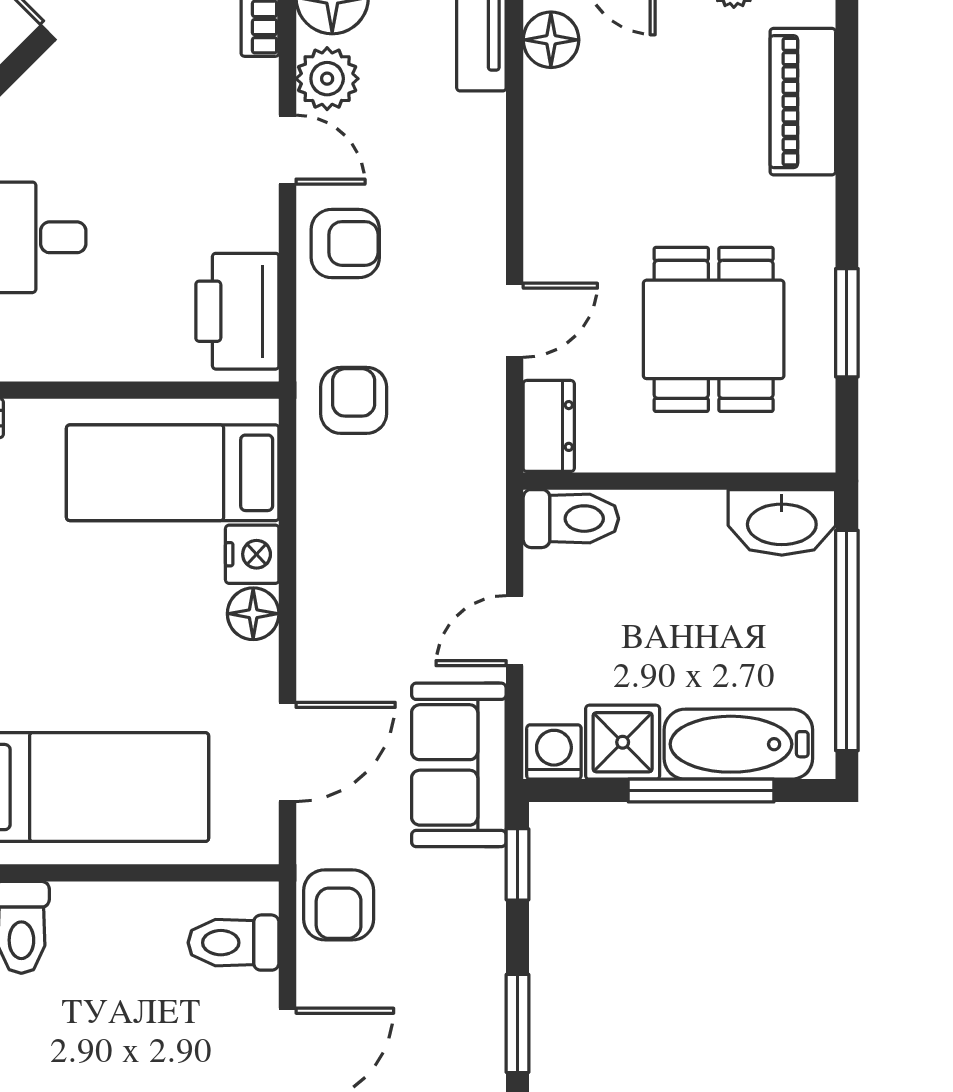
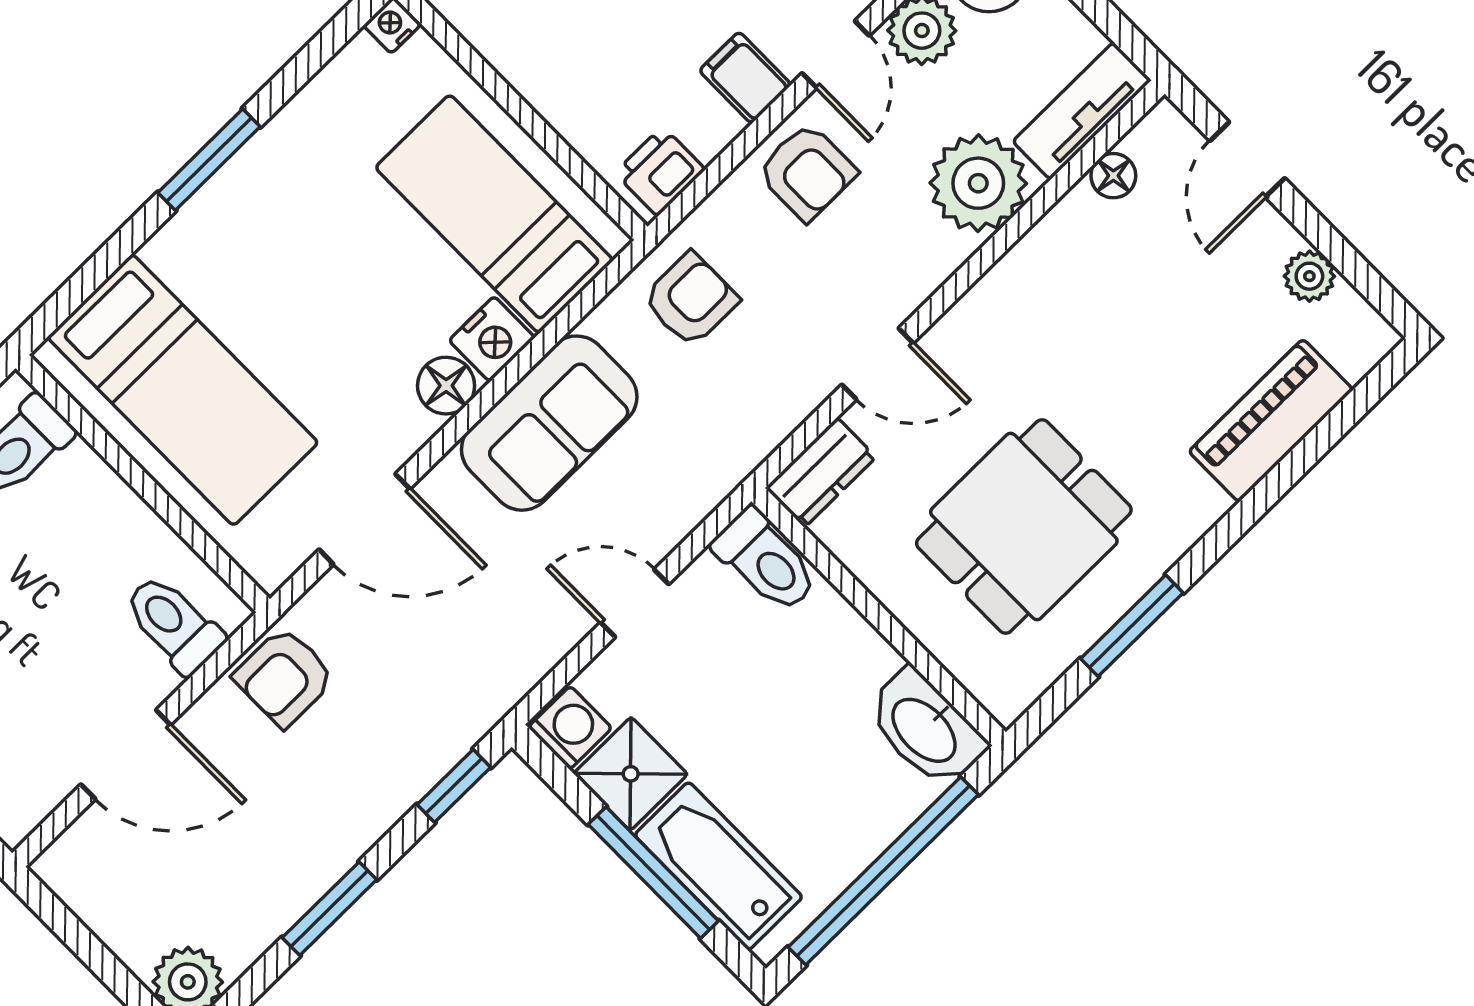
floor lamp: (551, 40) -> (1113, 176), width x0.73, depth x0.73
plant: (462, 140) -> (978, 183), added
filing cabinet: (245, 223) -> (745, 78), added
printer: (237, 311) -> (660, 171), width x0.53, depth x0.68
sofa: (459, 765) -> (549, 423), moved, turned 180

